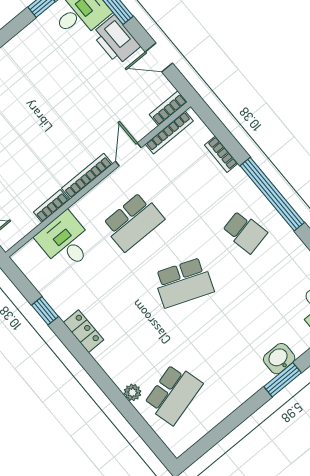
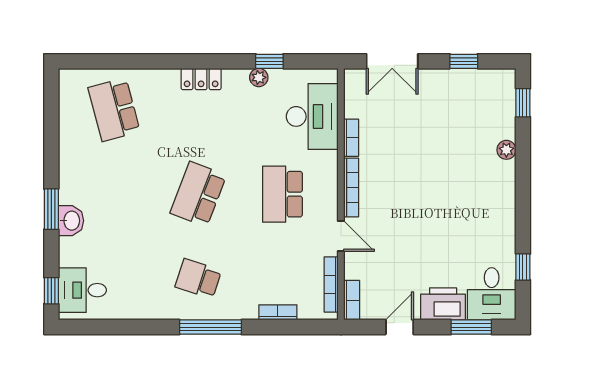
window: (272, 194) -> (210, 327), width x0.68
school desk: (245, 232) -> (198, 279), turned 30
desk: (66, 241) -> (312, 116), width x1.37
locker: (83, 331) -> (201, 79), moved
plant: (132, 392) -> (259, 77), moved

